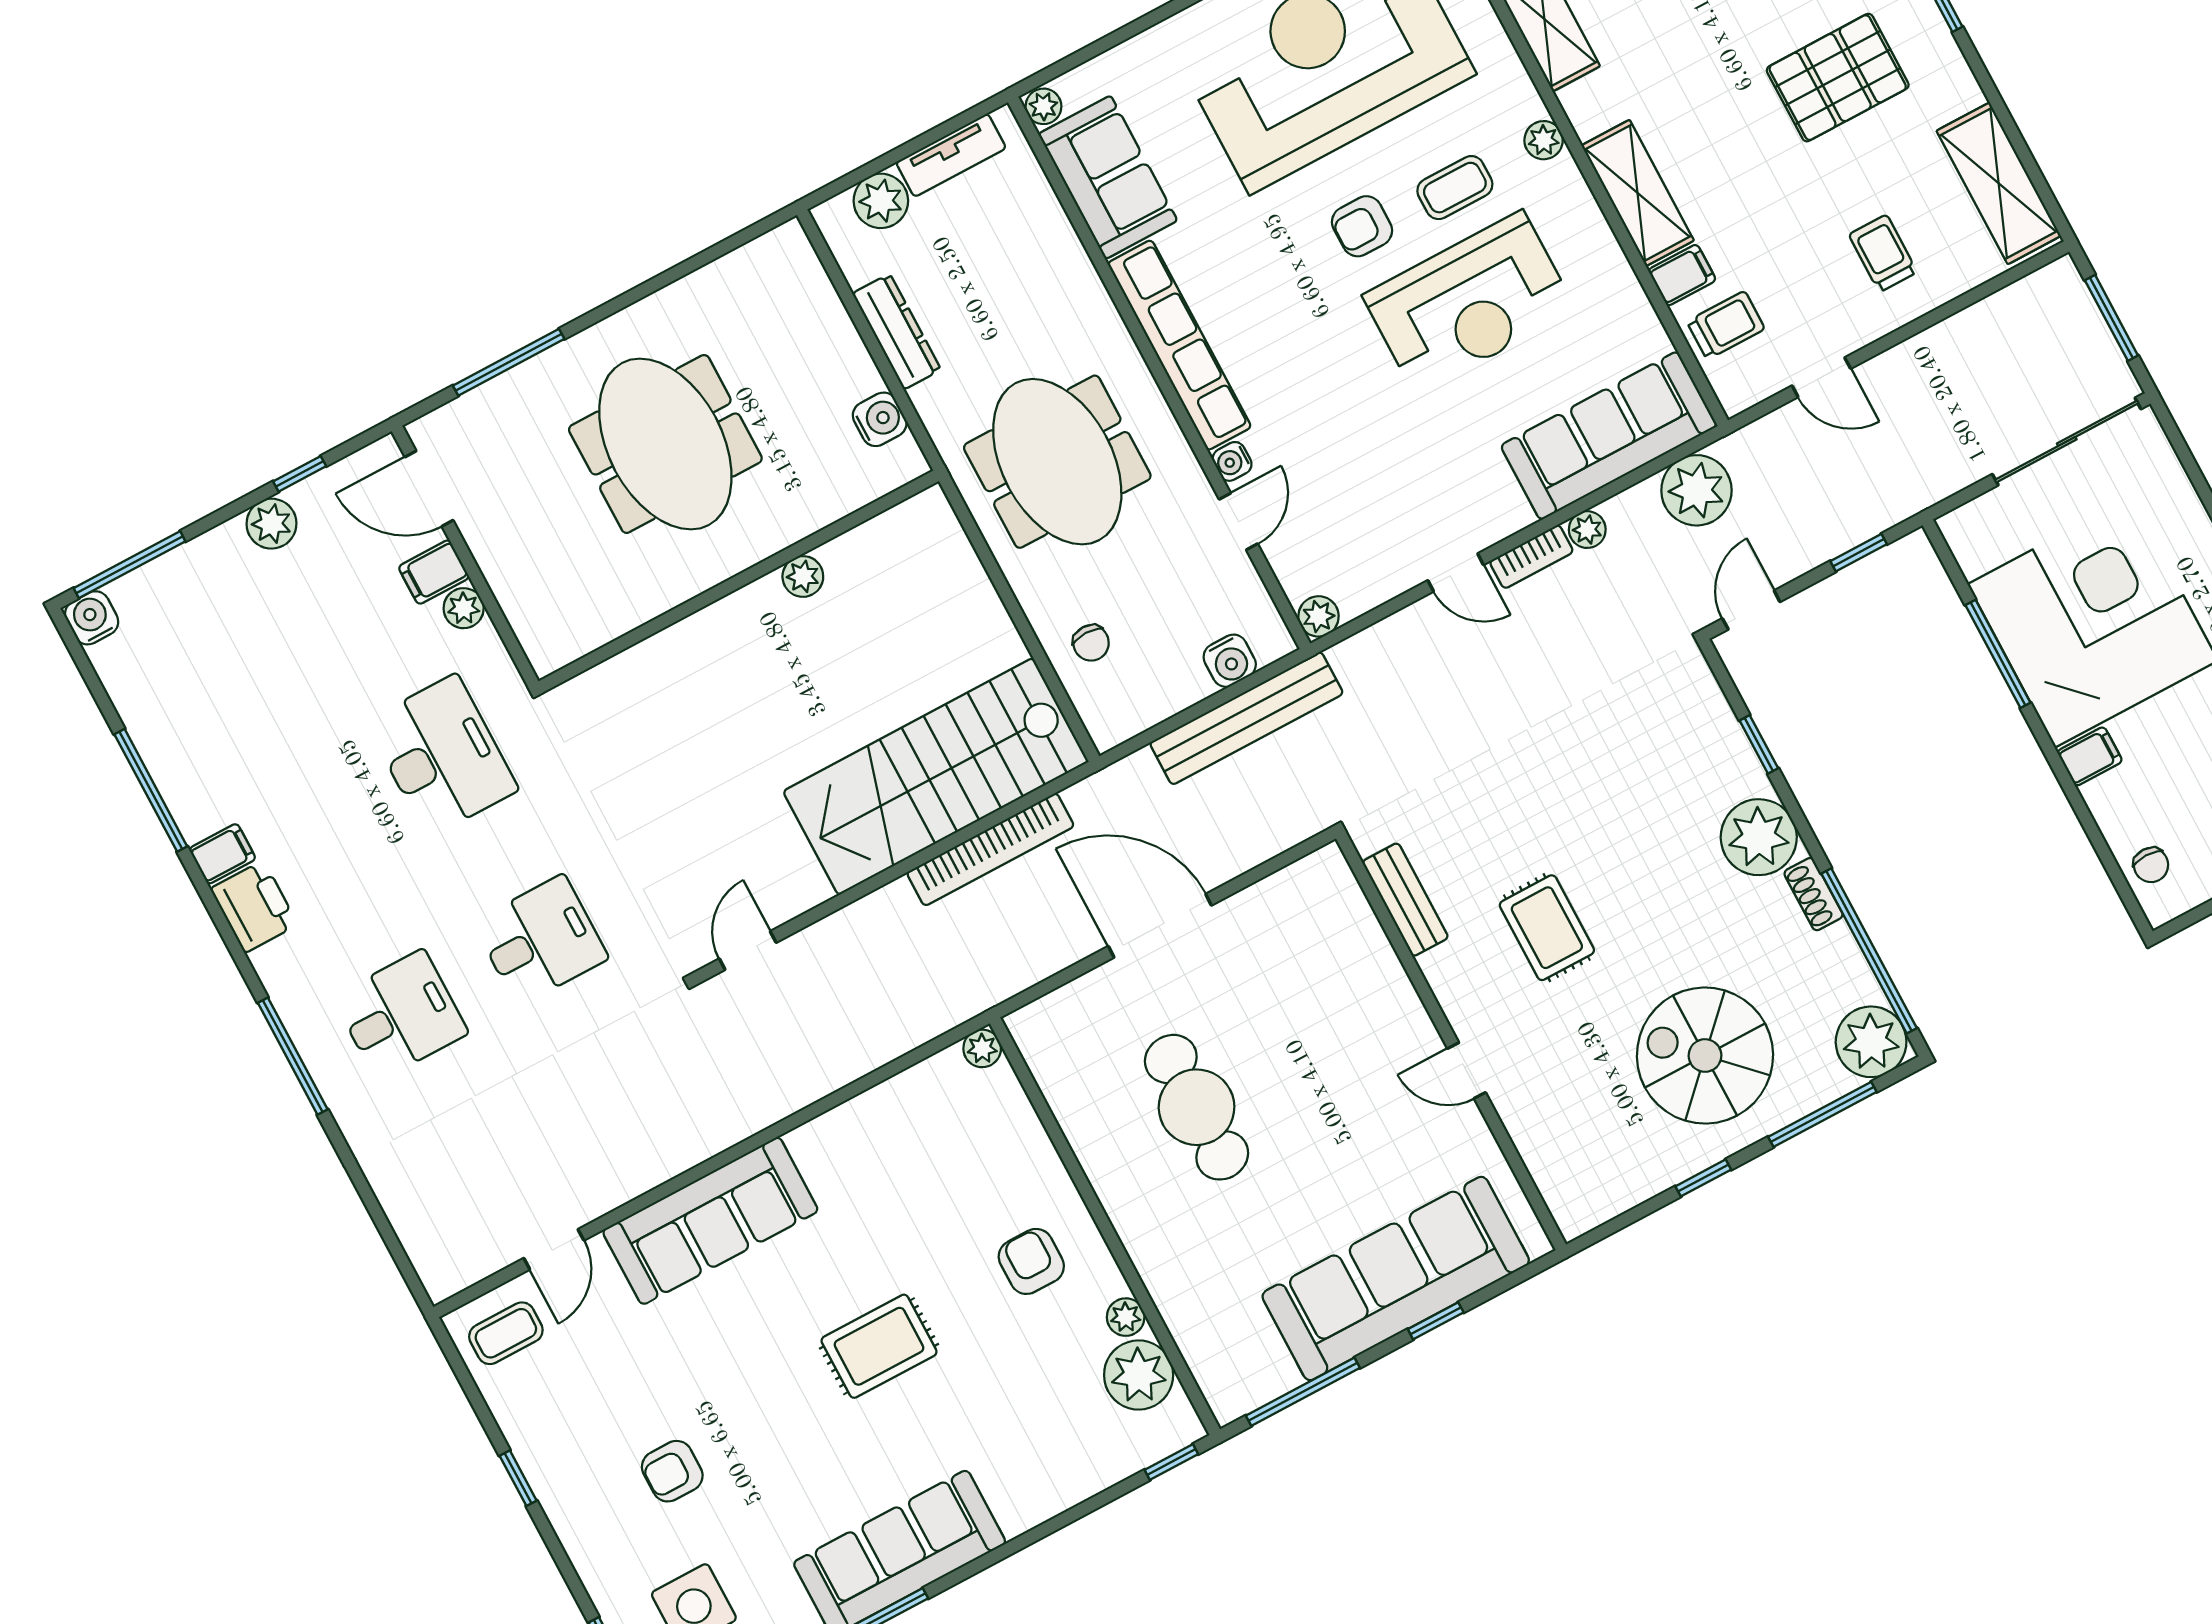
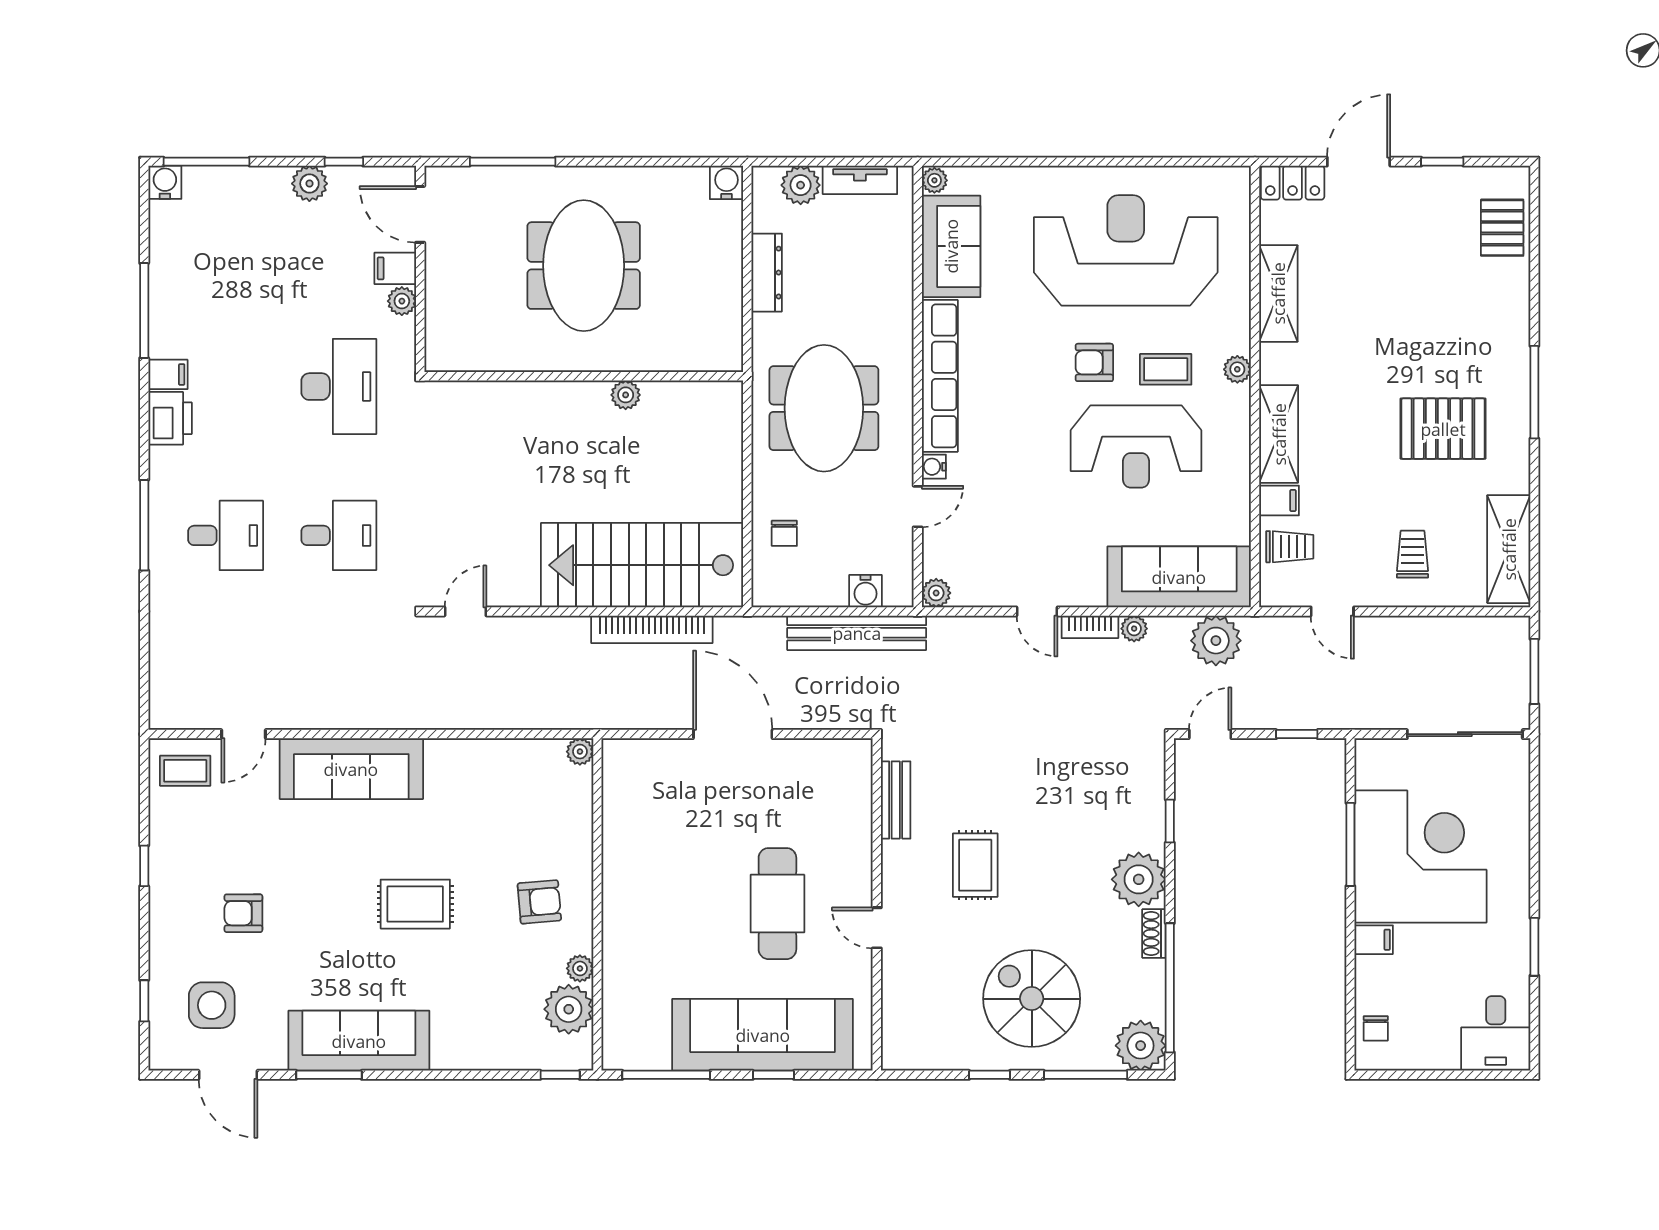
water cooler: (880, 419) -> (727, 182), moved, turned -90
cafe table: (1197, 1107) -> (777, 904), moved
armchair: (1031, 1261) -> (539, 902), turned 85

